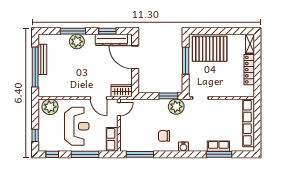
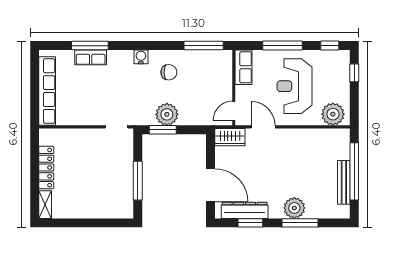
pallet: (210, 49) -> (103, 198), removed
plant: (176, 107) -> (167, 114), moved

